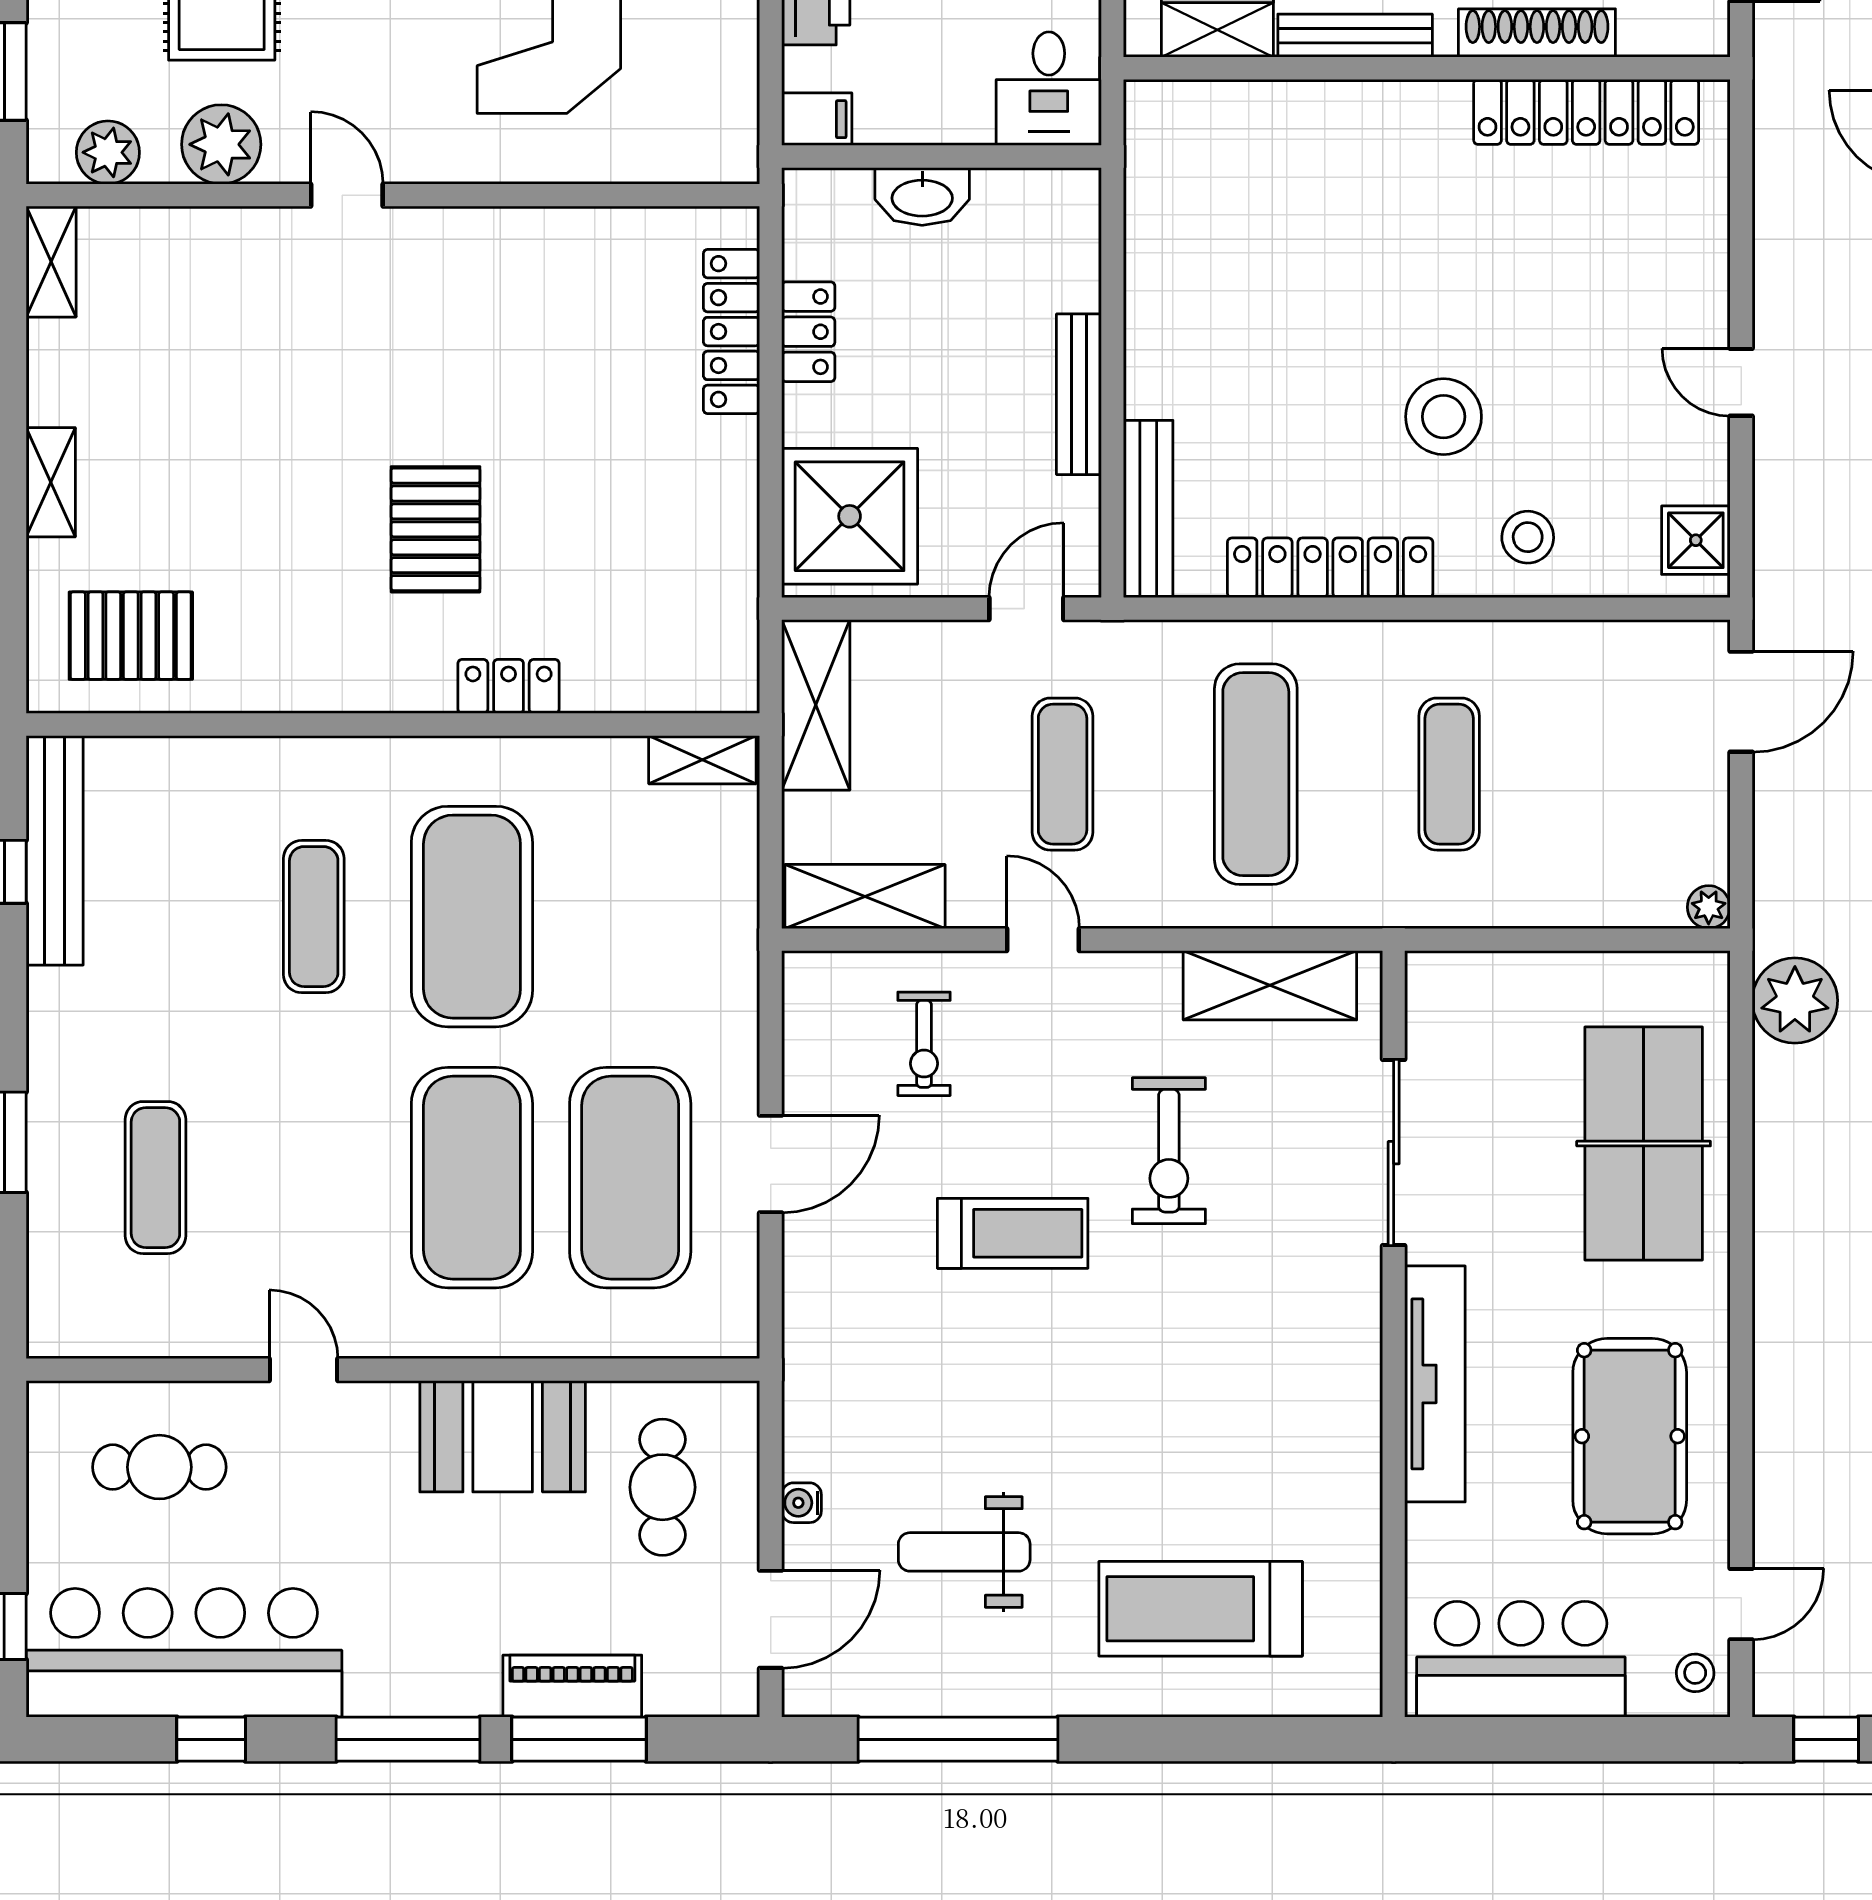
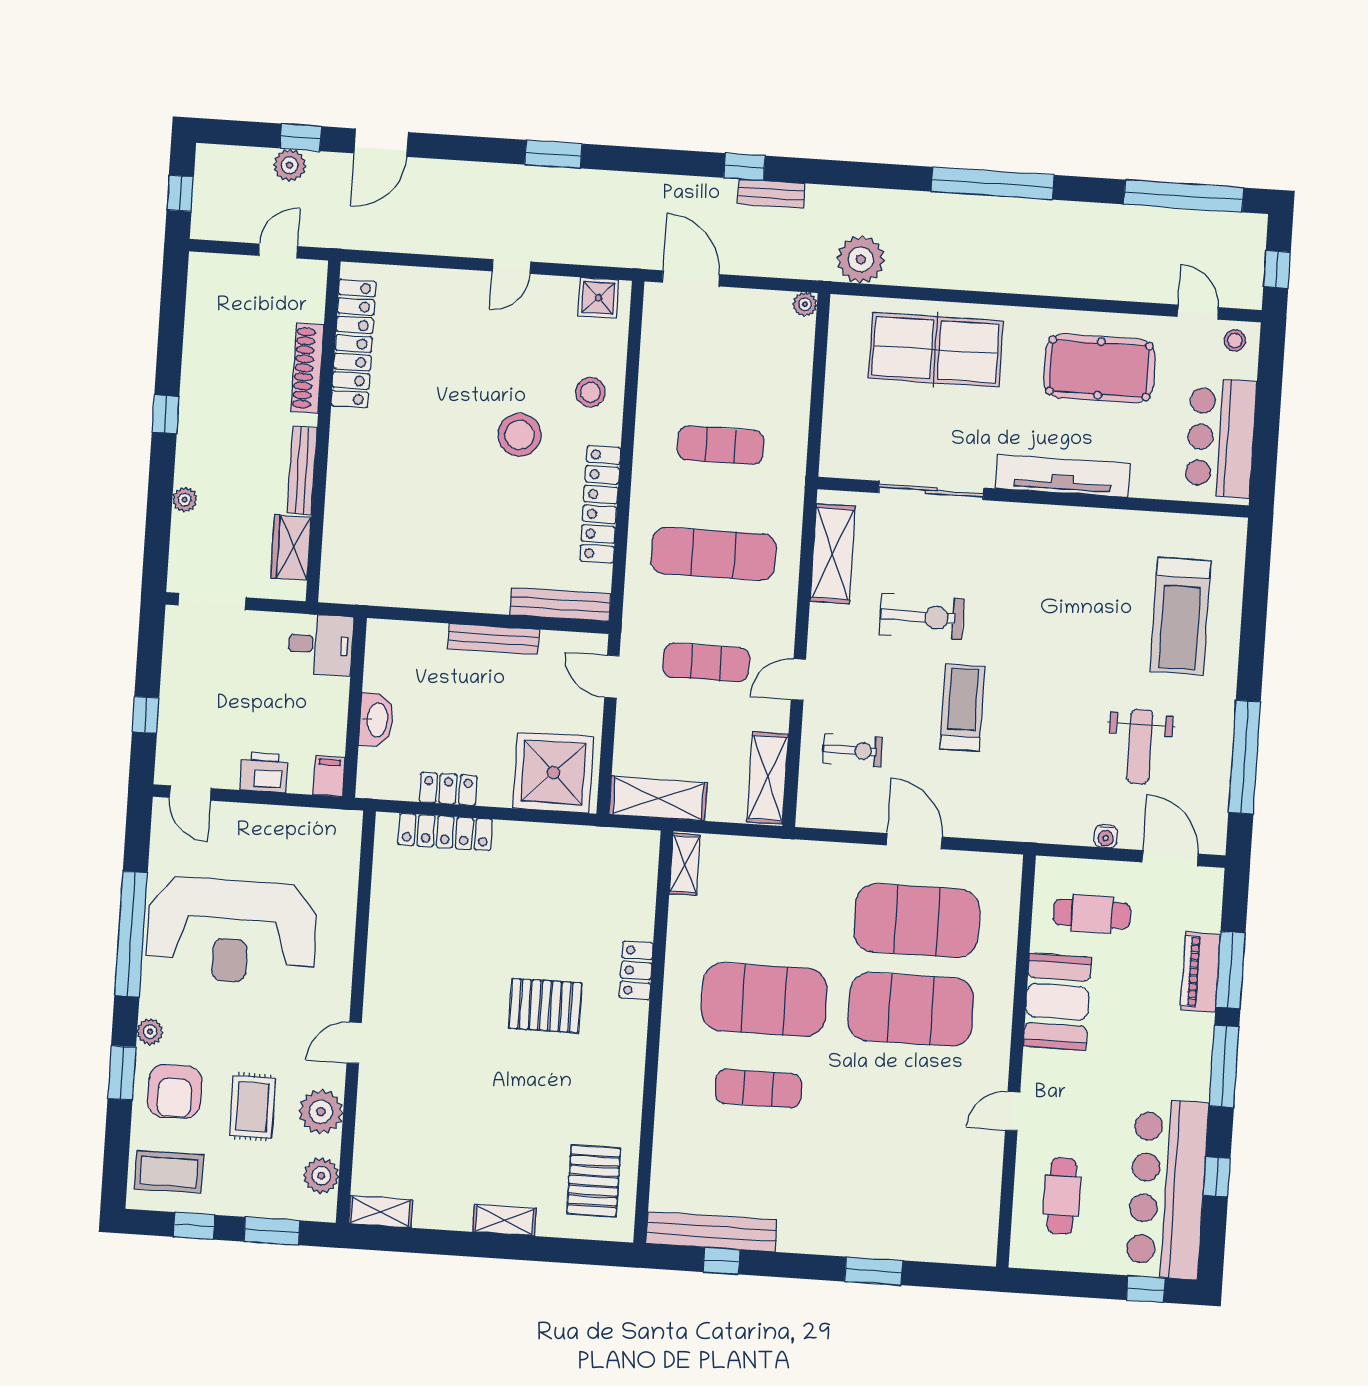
exercise mat: (155, 1178) -> (899, 1187), removed

